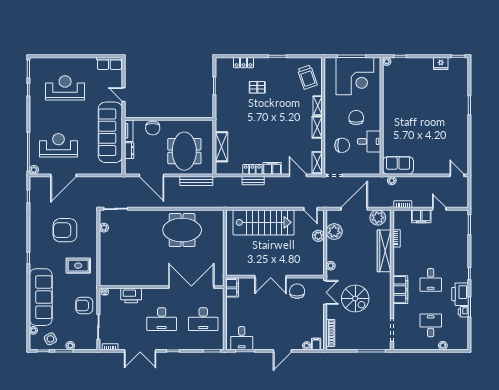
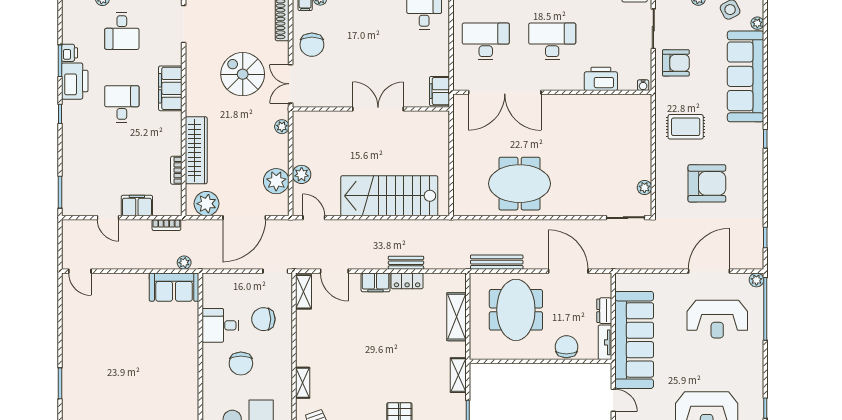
shelving: (317, 127) -> (458, 375), moved
chair: (297, 291) -> (312, 45), moved

